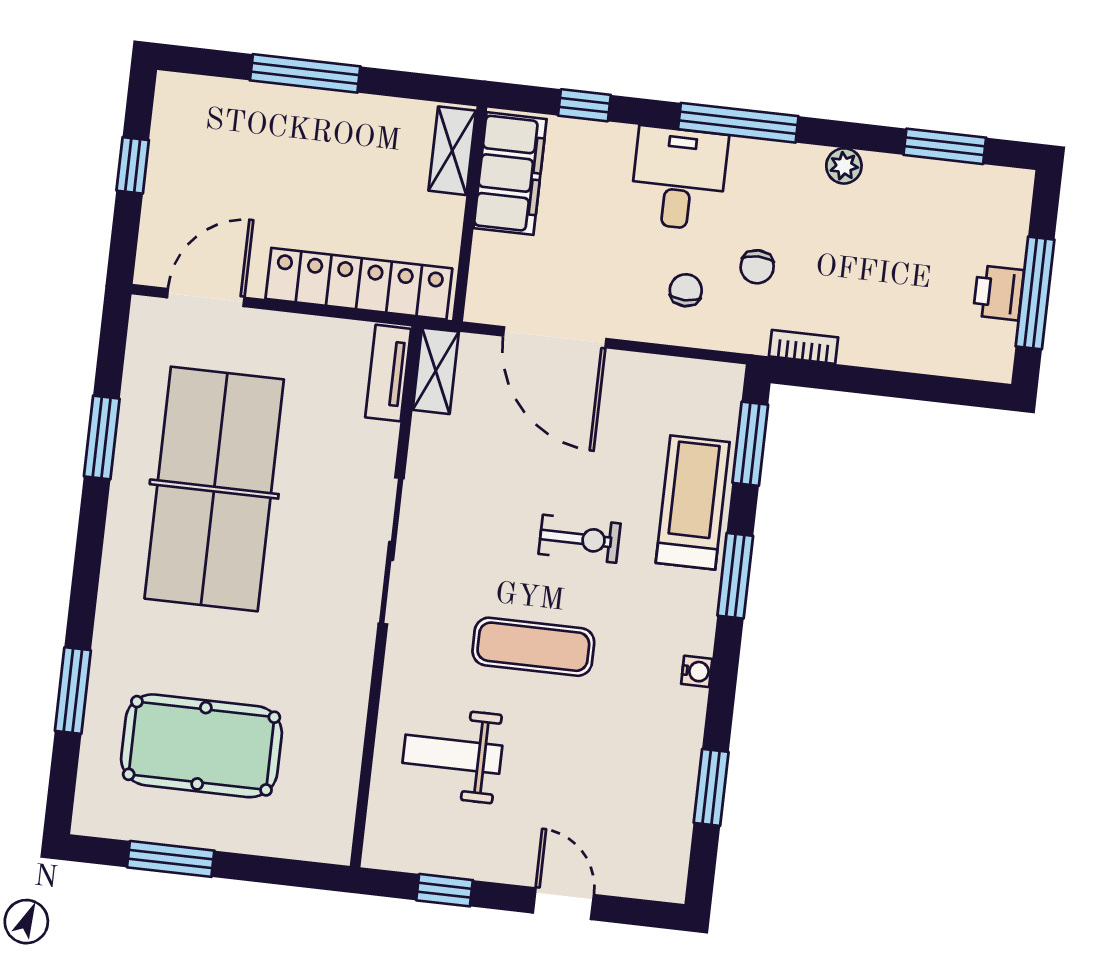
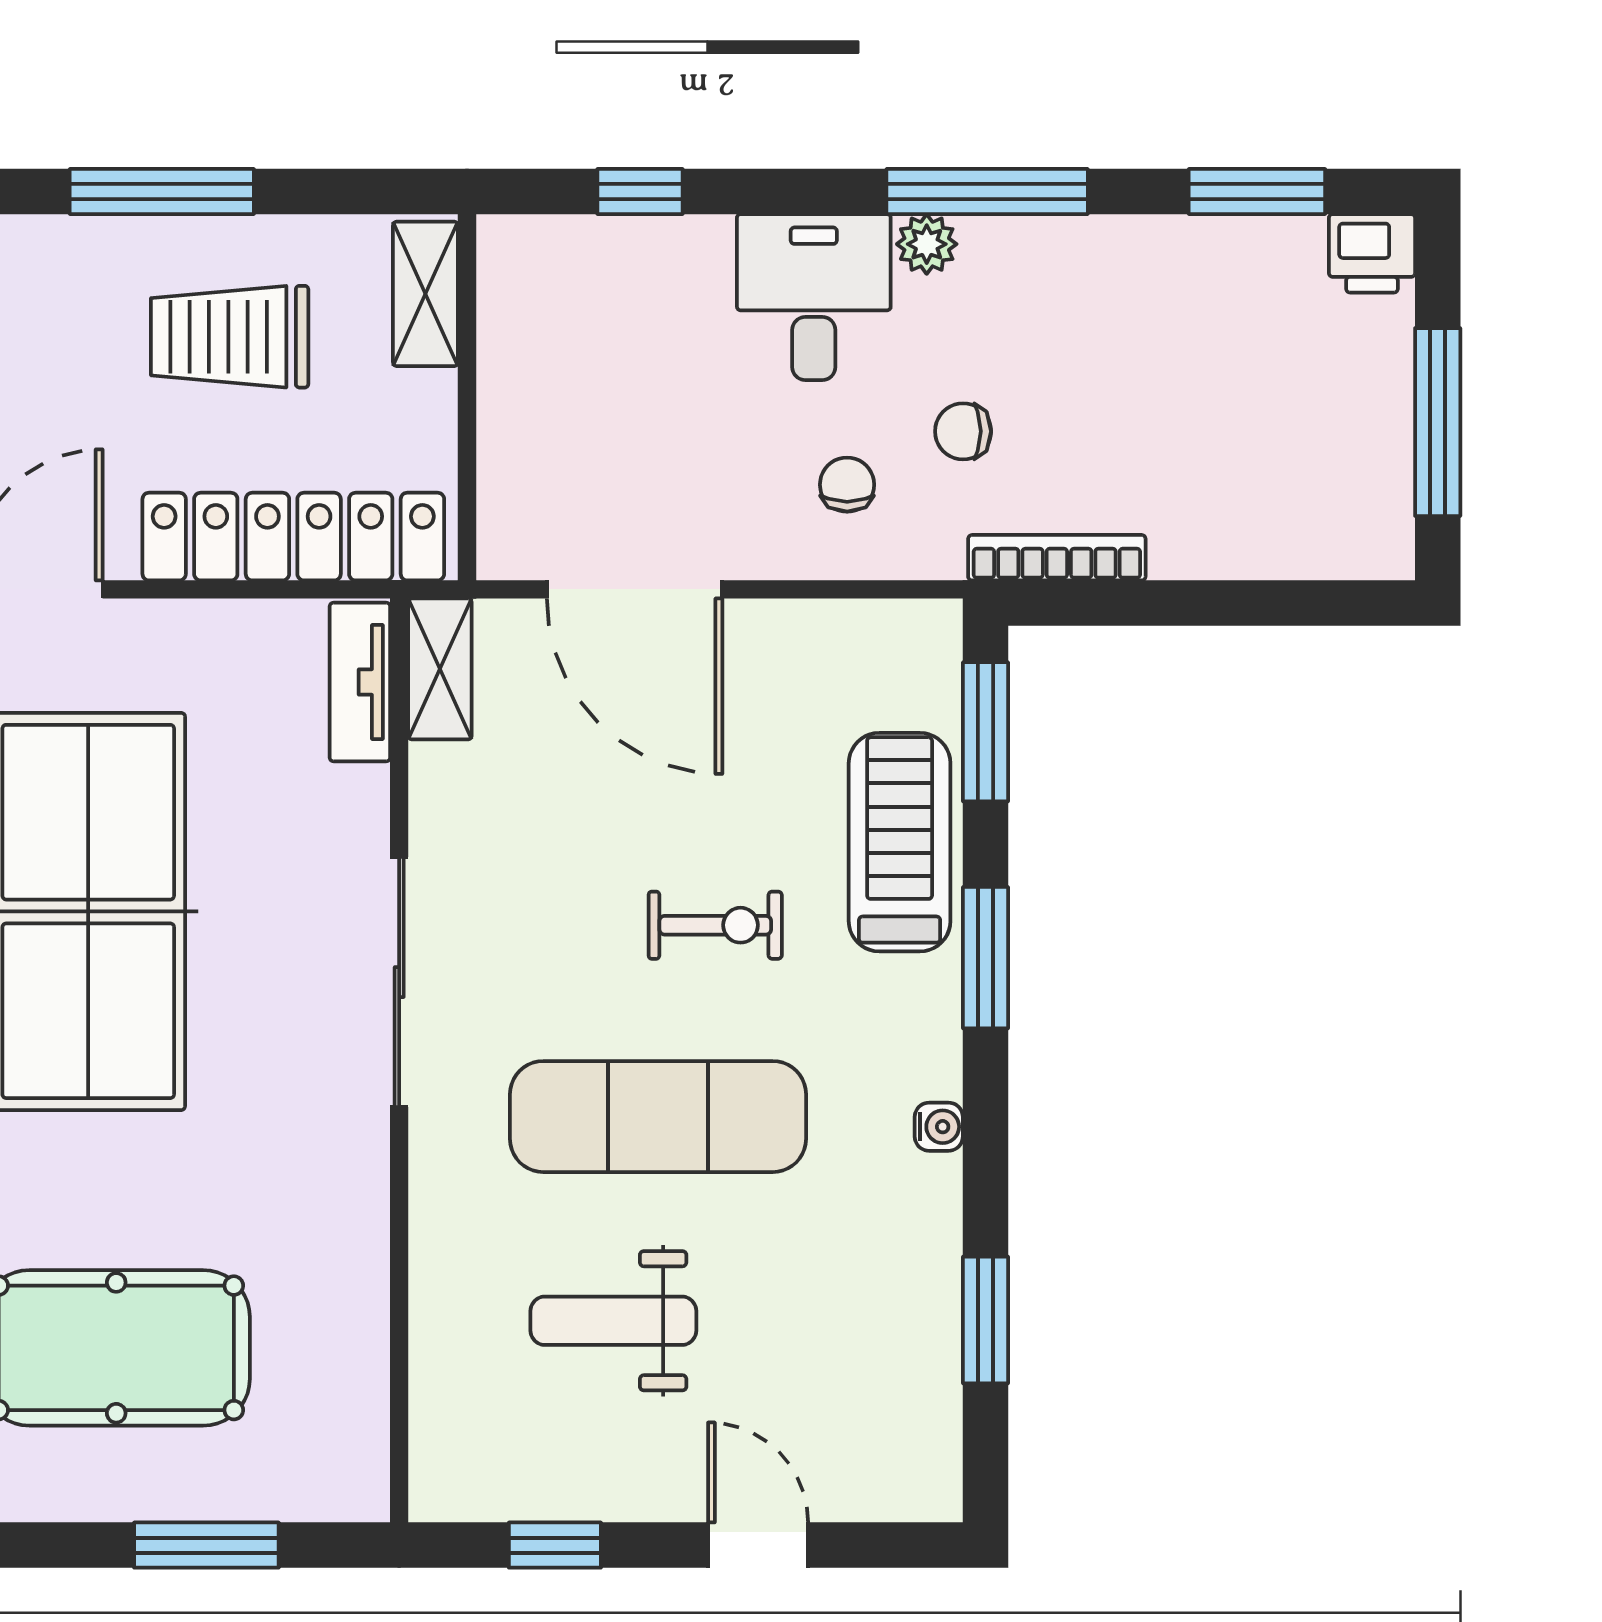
window: (738, 123) -> (987, 192), moved
trolley: (335, 163) -> (230, 337), added
plant: (844, 166) -> (927, 244), moved
filing cabinet: (510, 174) -> (527, 321), removed
chair: (757, 267) -> (963, 431), turned 90
printer: (998, 293) -> (1372, 253), moved, turned -90
bookcase: (804, 347) -> (1057, 558), width x1.56
exercise mat: (533, 647) -> (658, 1117), width x1.36, depth x1.45
weight bench: (452, 754) -> (613, 1321), moved
window: (171, 859) -> (206, 1545), moved

